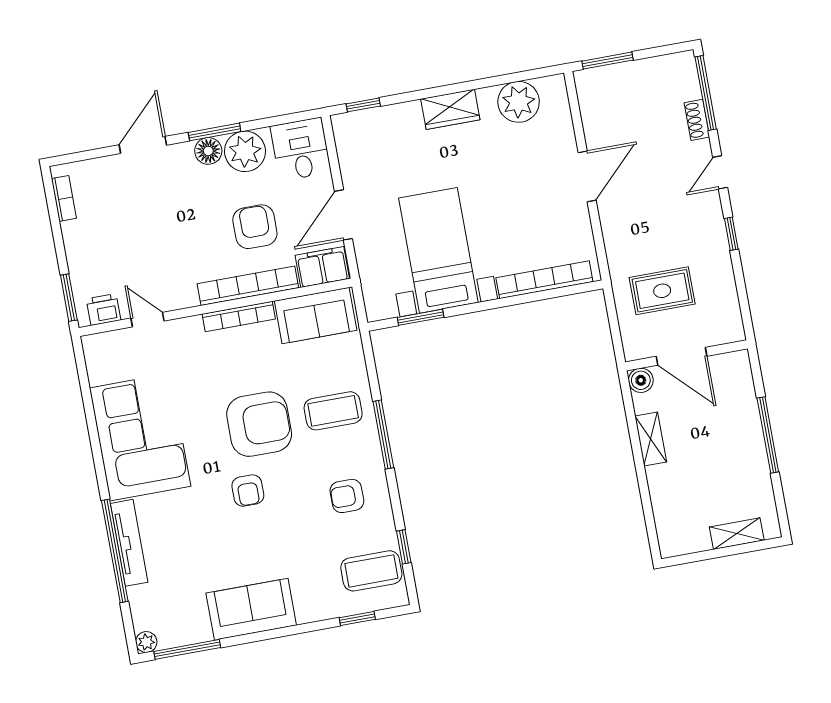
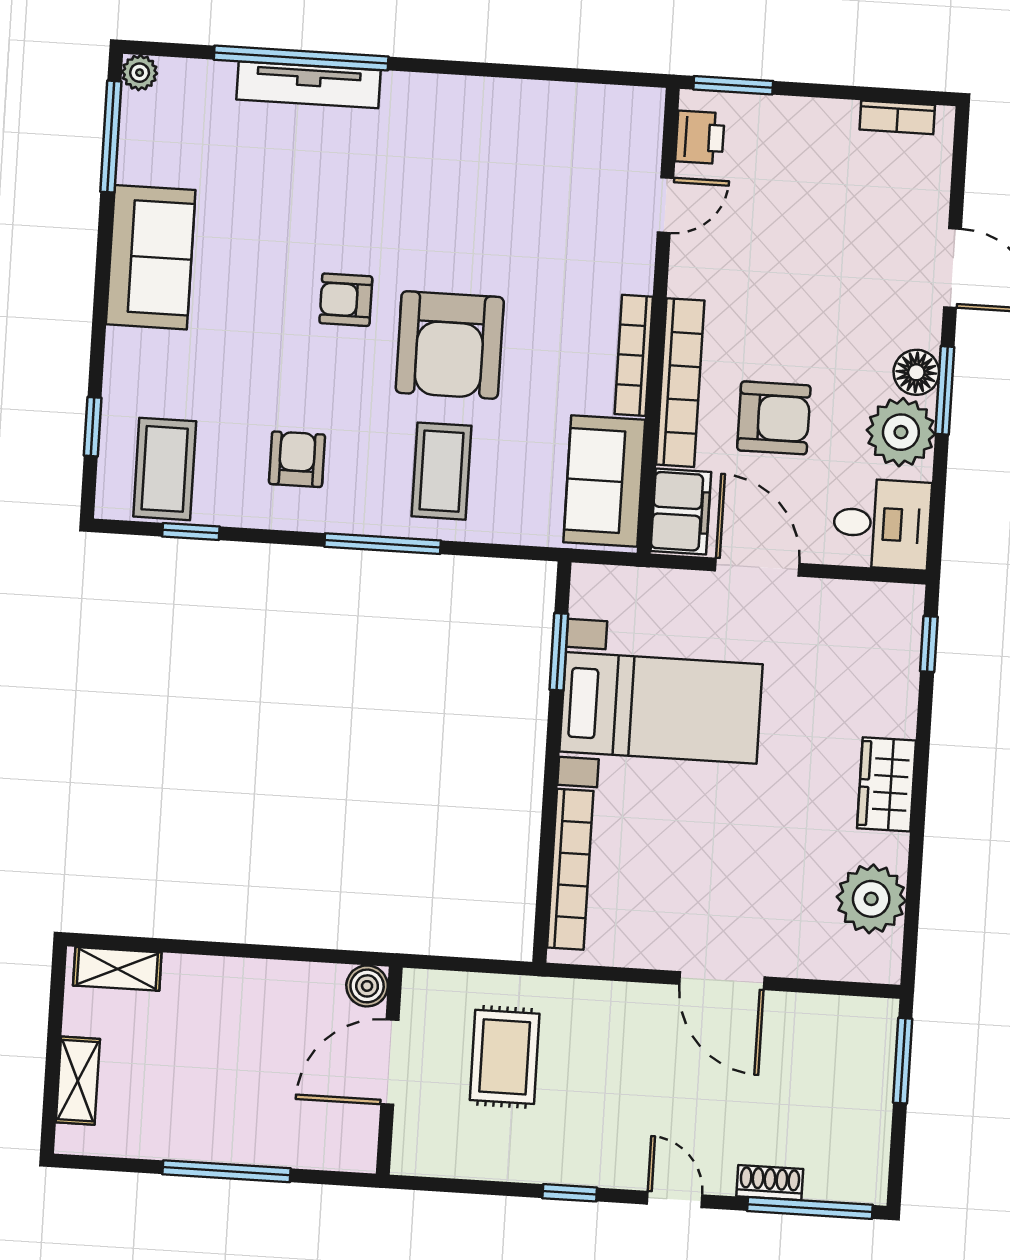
corner sofa: (140, 437) -> (477, 145), removed
shelving: (651, 439) -> (117, 969), moved

